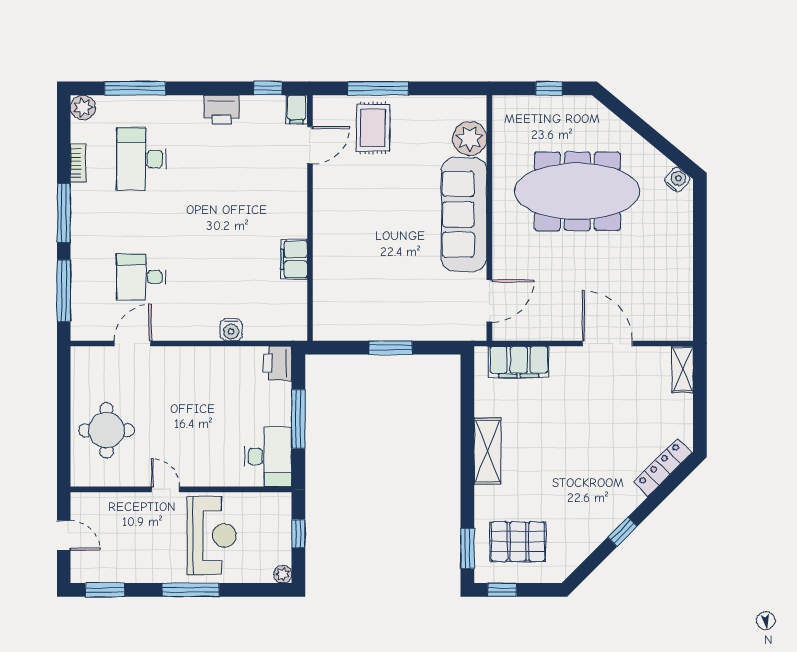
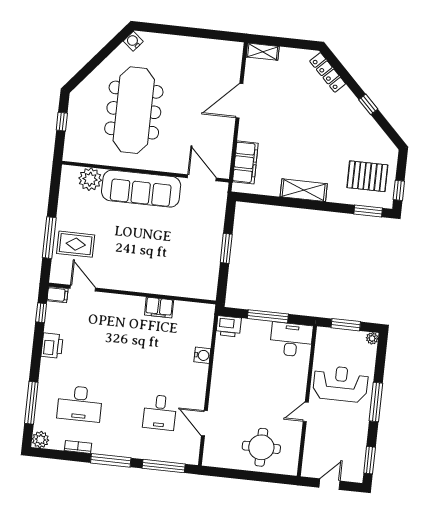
window: (298, 534) -> (346, 325), width x1.50
pallet: (518, 542) -> (367, 176), turned 90

